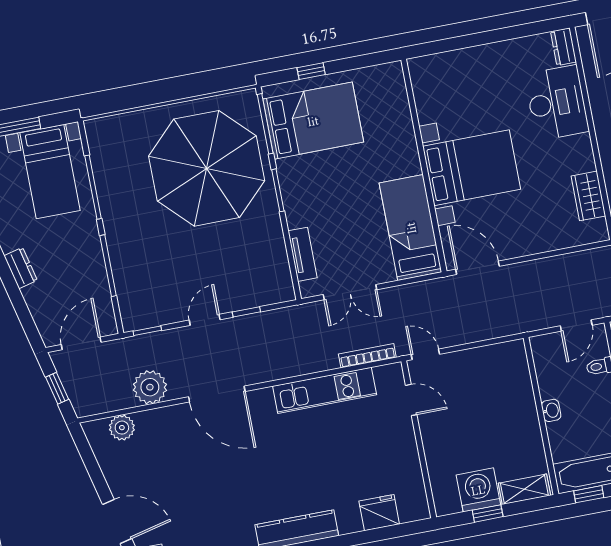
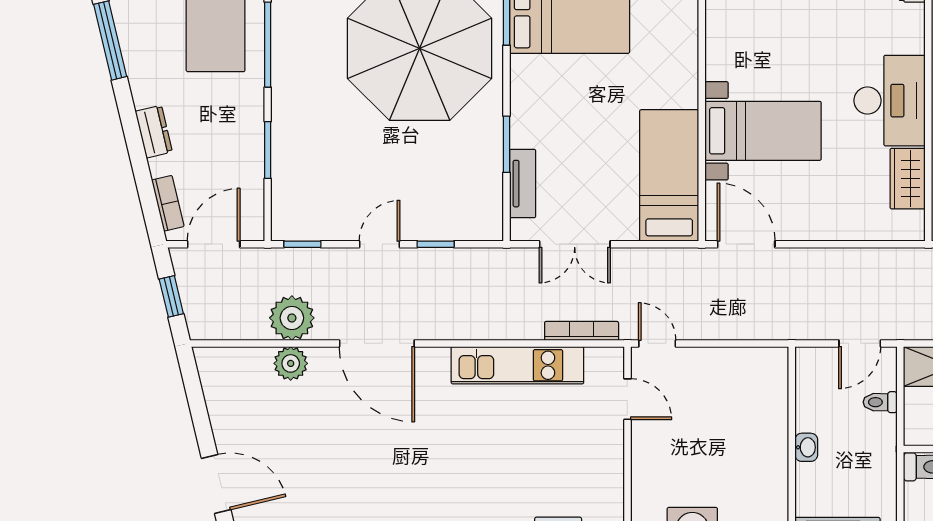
desk: (557, 103) -> (890, 101), moved
bed with nightstands: (472, 168) -> (763, 131), width x0.73
window: (278, 190) -> (506, 144), moved
window: (108, 266) -> (268, 150), width x0.69
bookcase: (41, 319) -> (168, 203), added
plant: (122, 428) -> (291, 363), moved

